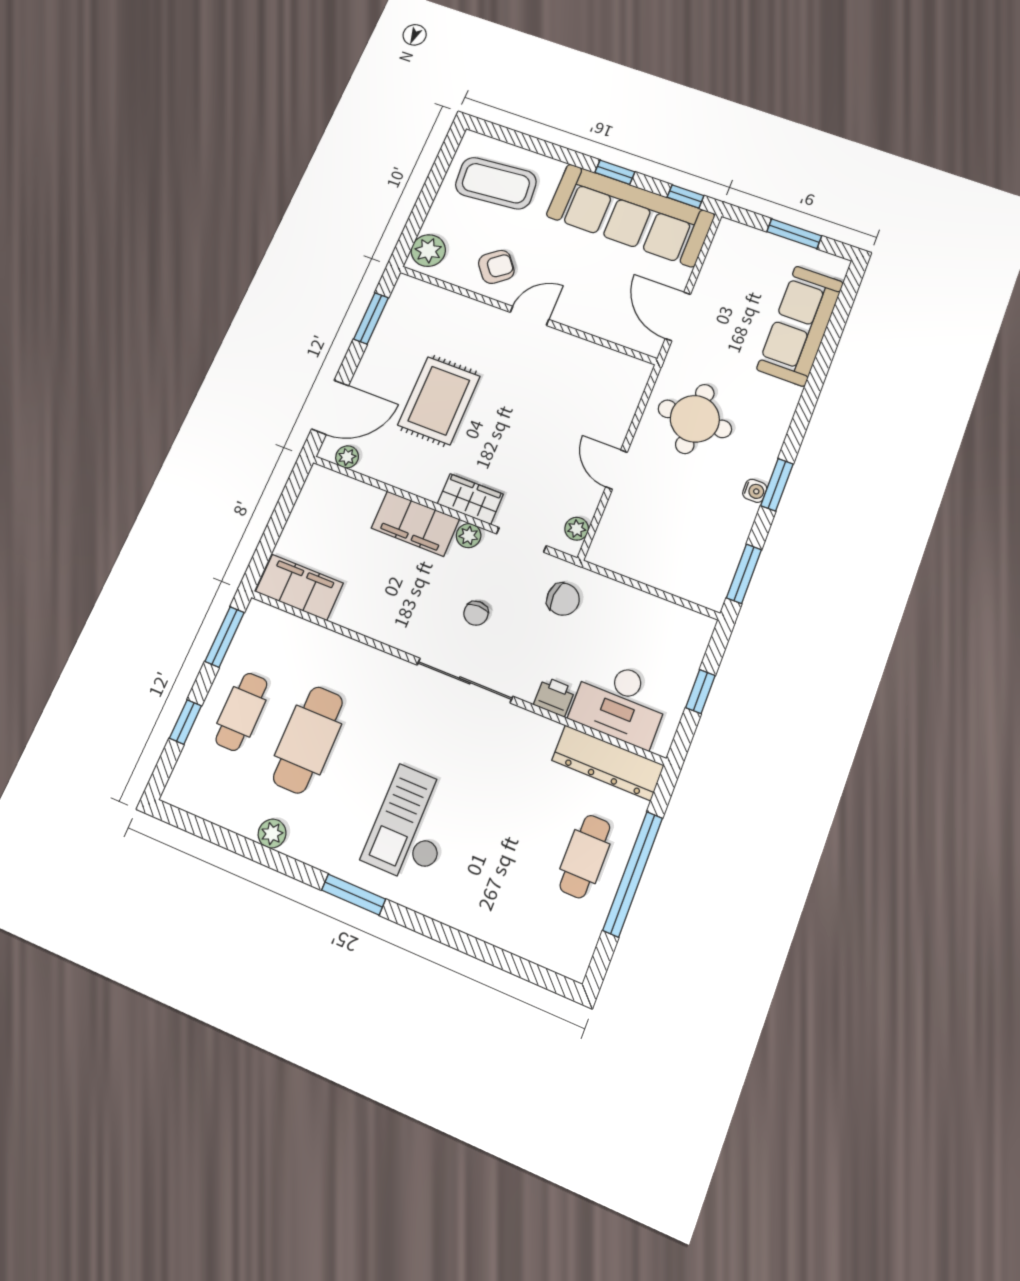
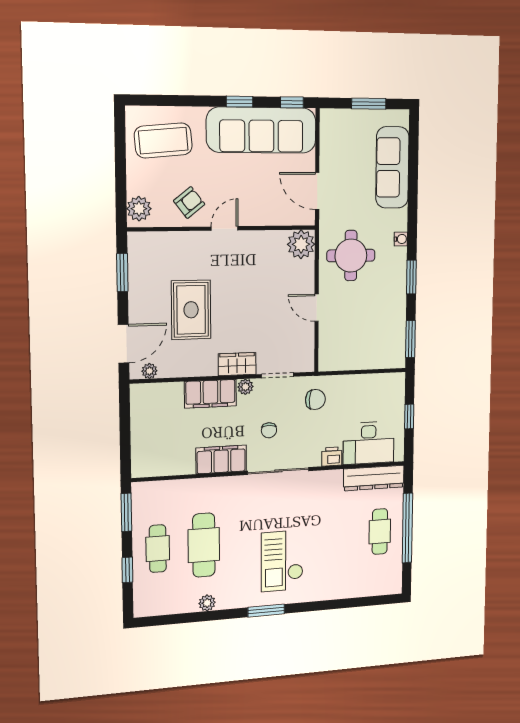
water cooler: (755, 491) -> (401, 239), moved
plant: (577, 529) -> (301, 244), moved, width x1.87, depth x1.87
filing cabinet: (299, 587) -> (221, 459), moved

